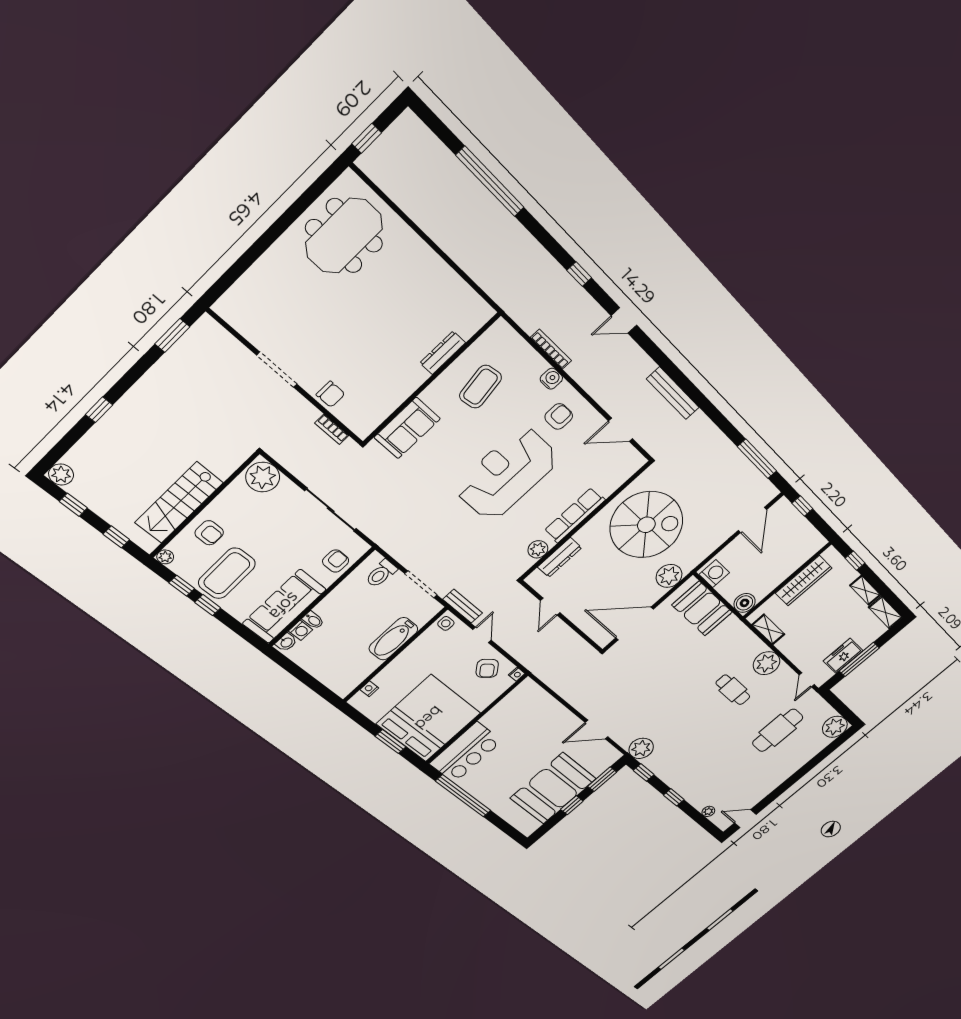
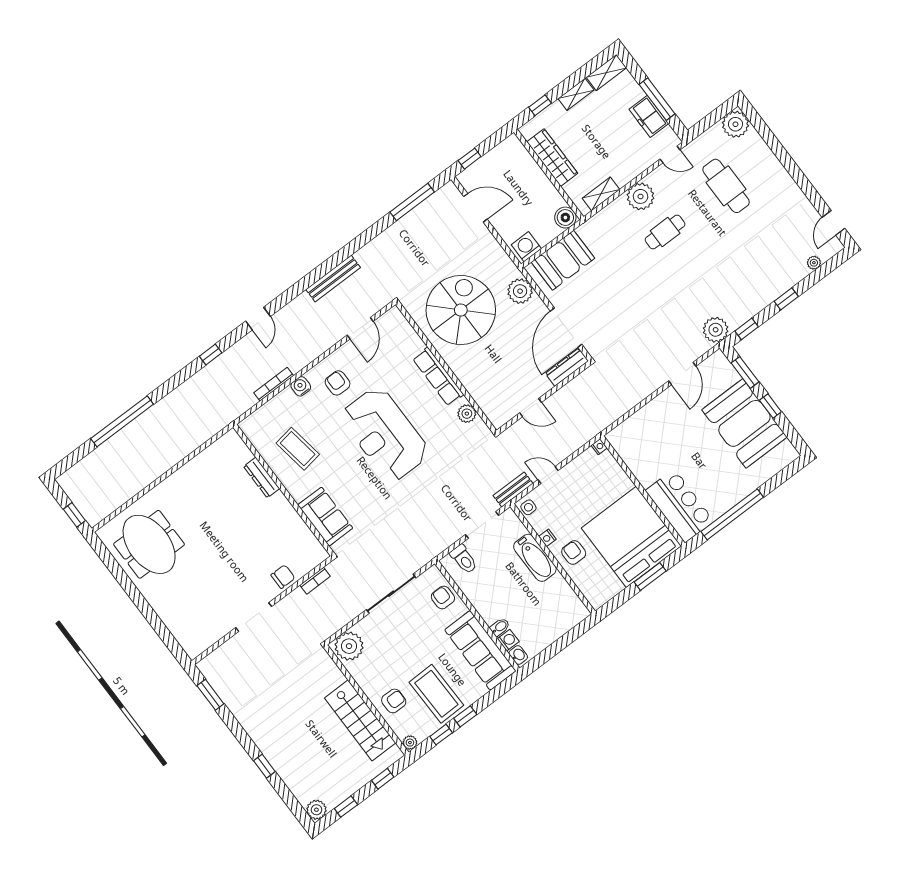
dresser: (560, 557) -> (567, 367), moved, turned -90
armchair: (487, 668) -> (574, 552), moved, turned -140
nightstand: (369, 689) -> (547, 538), moved

